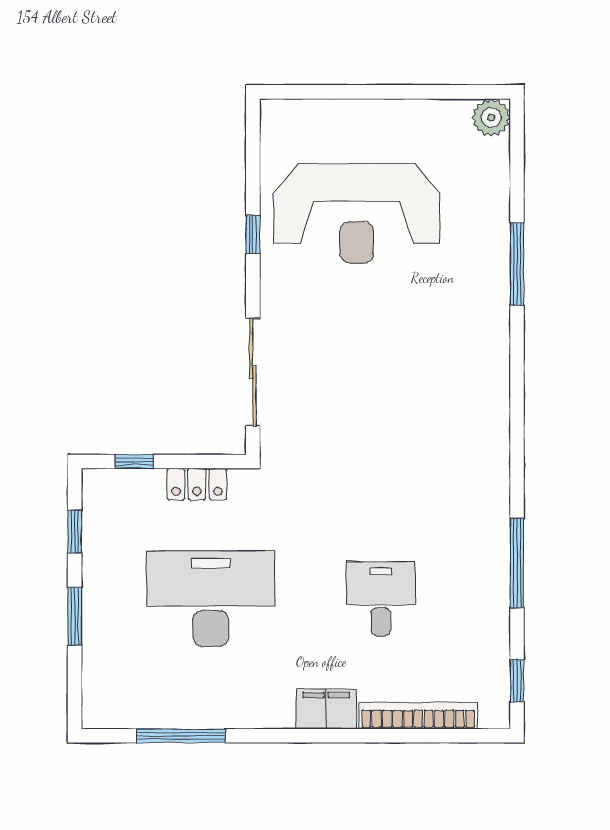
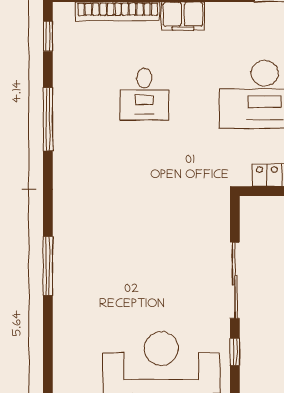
window: (517, 264) -> (48, 266), moved
sliding door: (253, 372) -> (235, 280), moved

